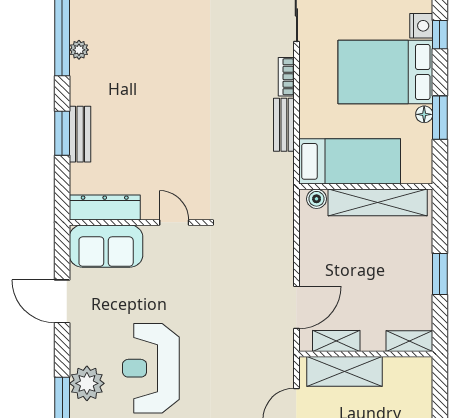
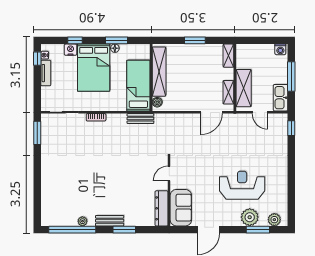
bench: (284, 125) -> (140, 119), moved
bench: (80, 134) -> (110, 221), moved
door: (296, 307) -> (212, 112), swing flipped
reception desk: (151, 368) -> (242, 185), turned 180

